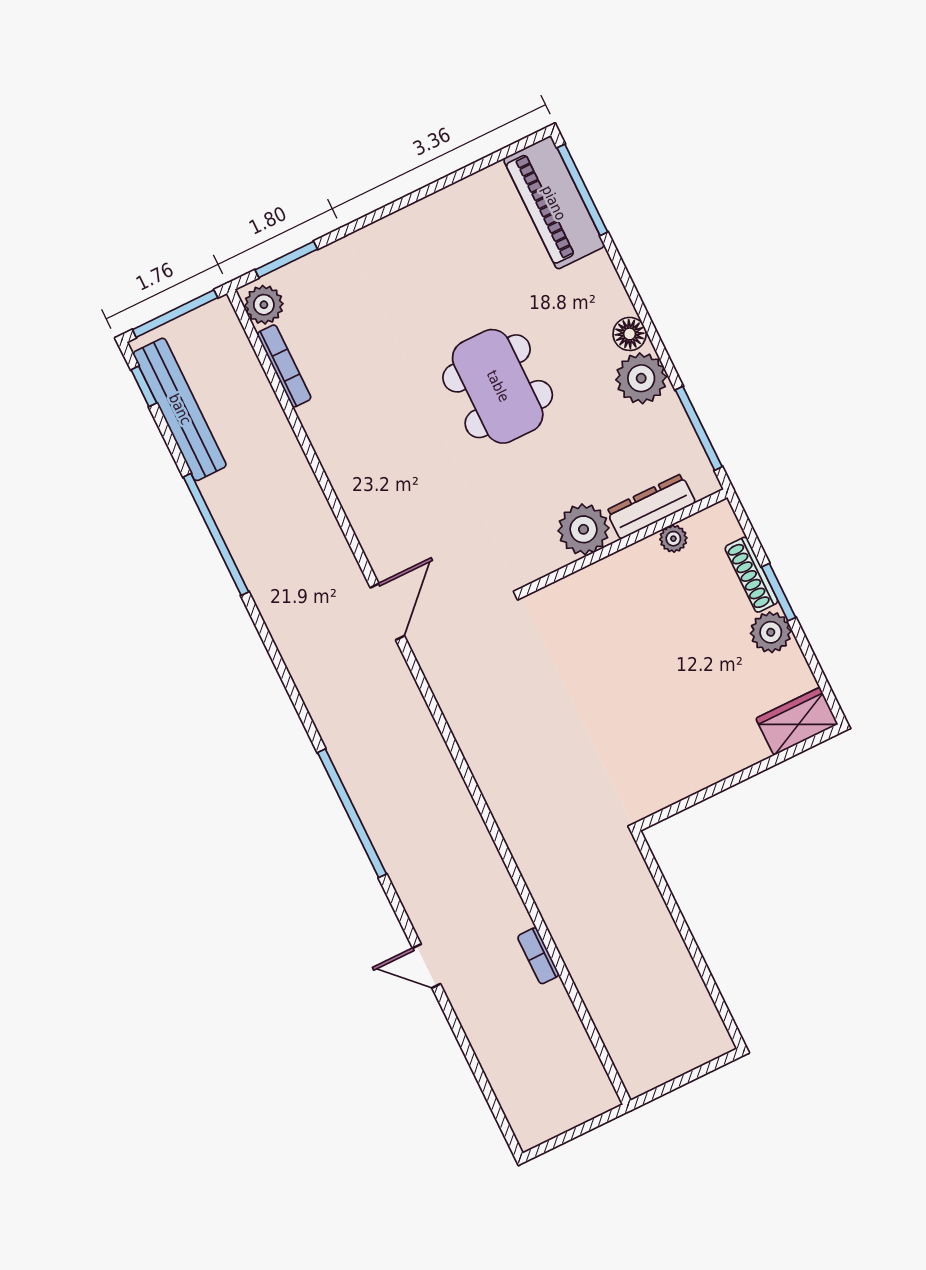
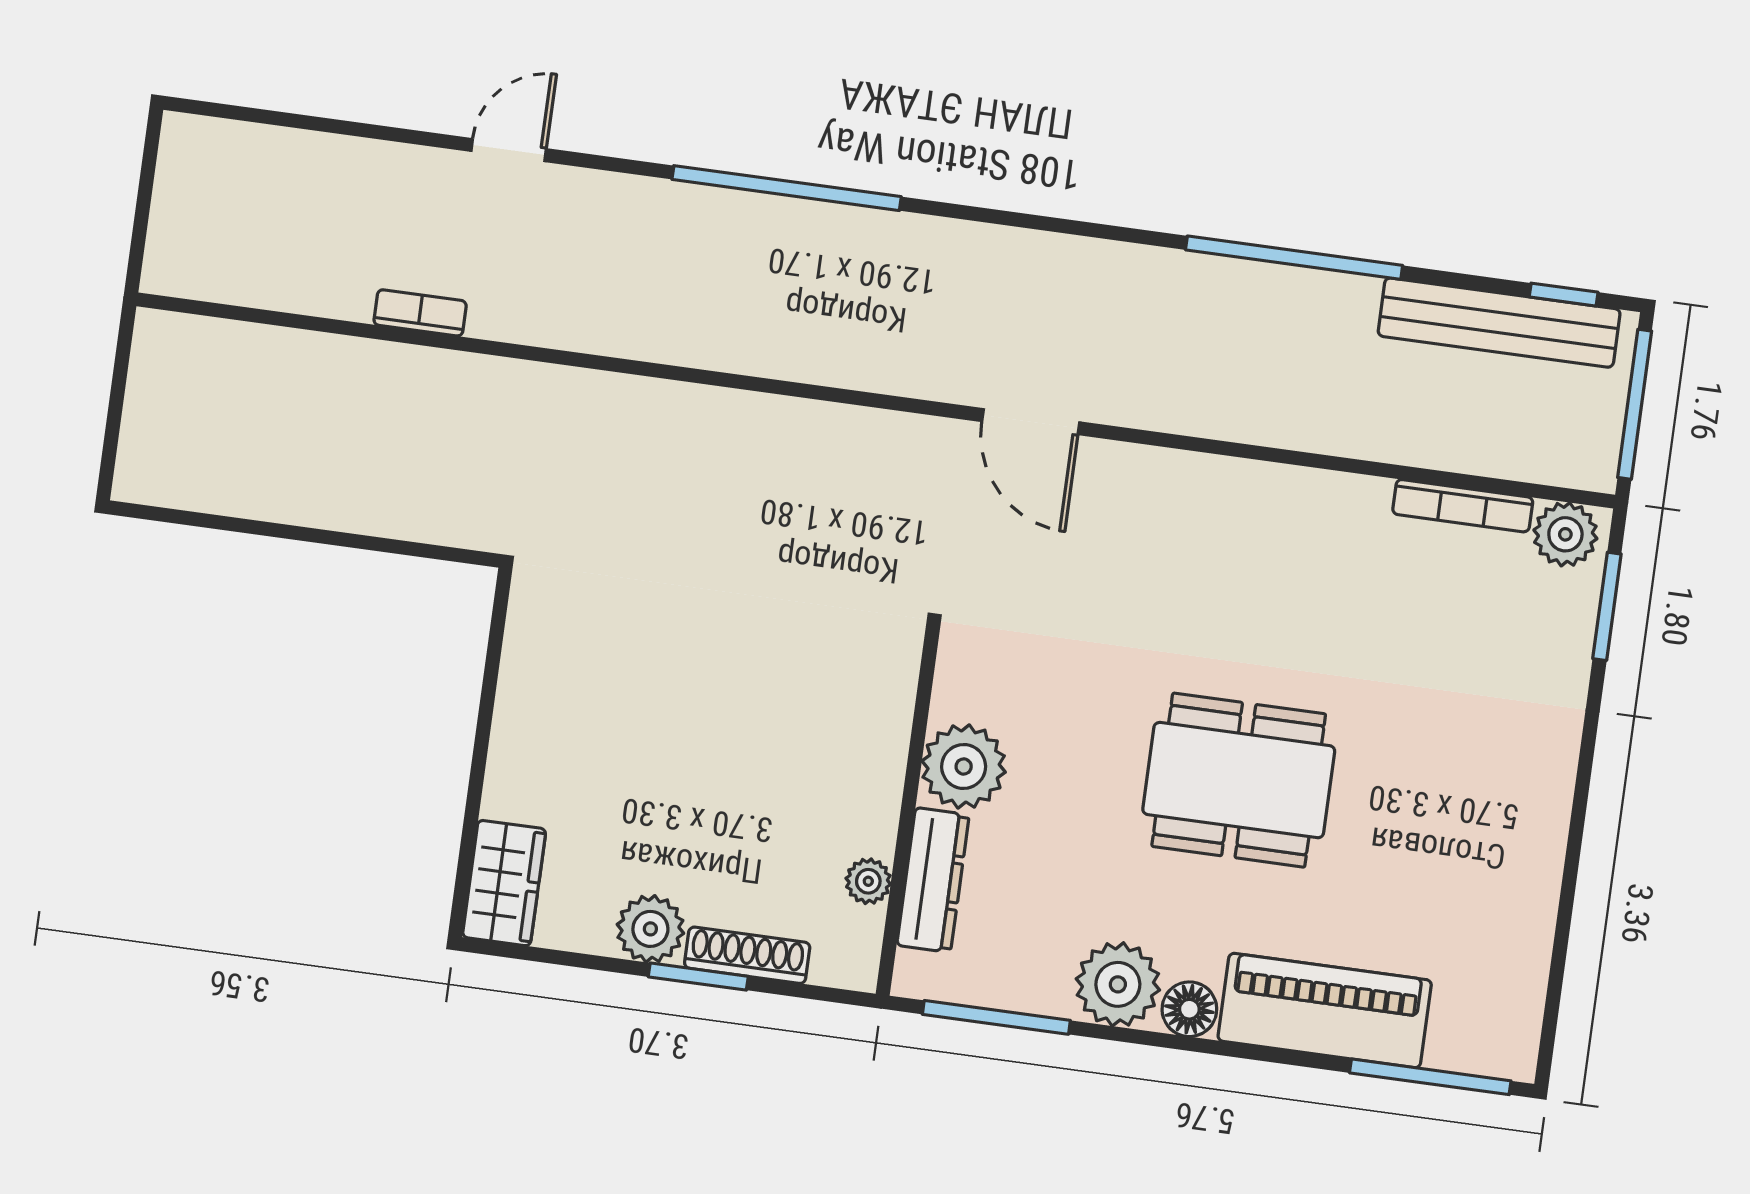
piano: (554, 203) -> (1325, 1010), moved

